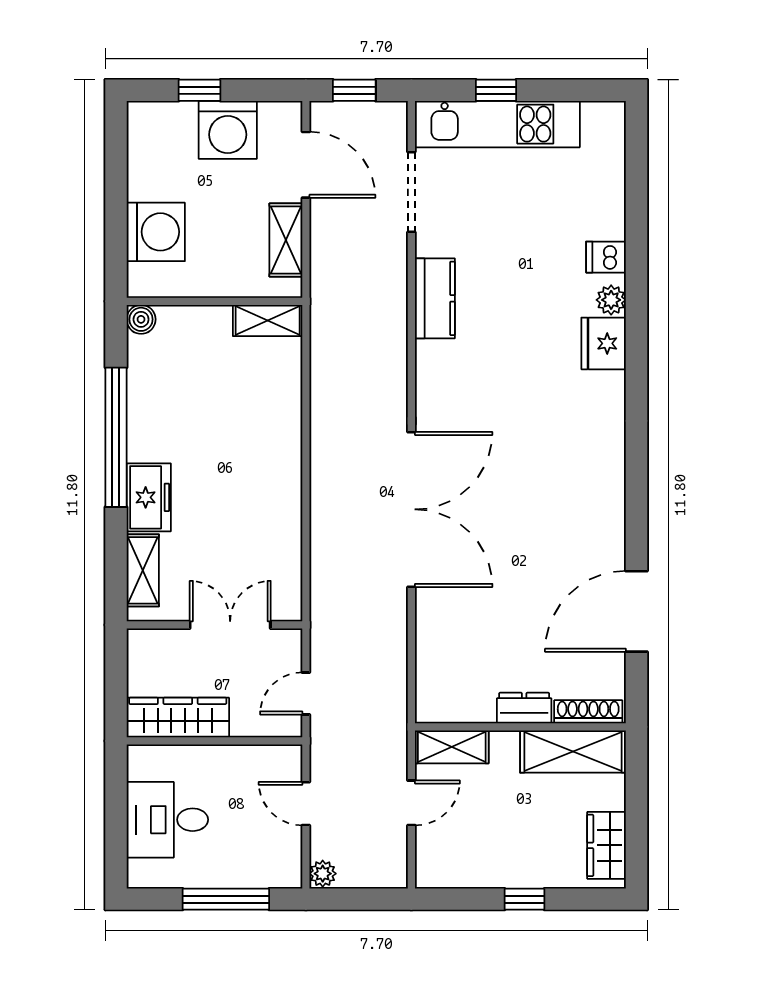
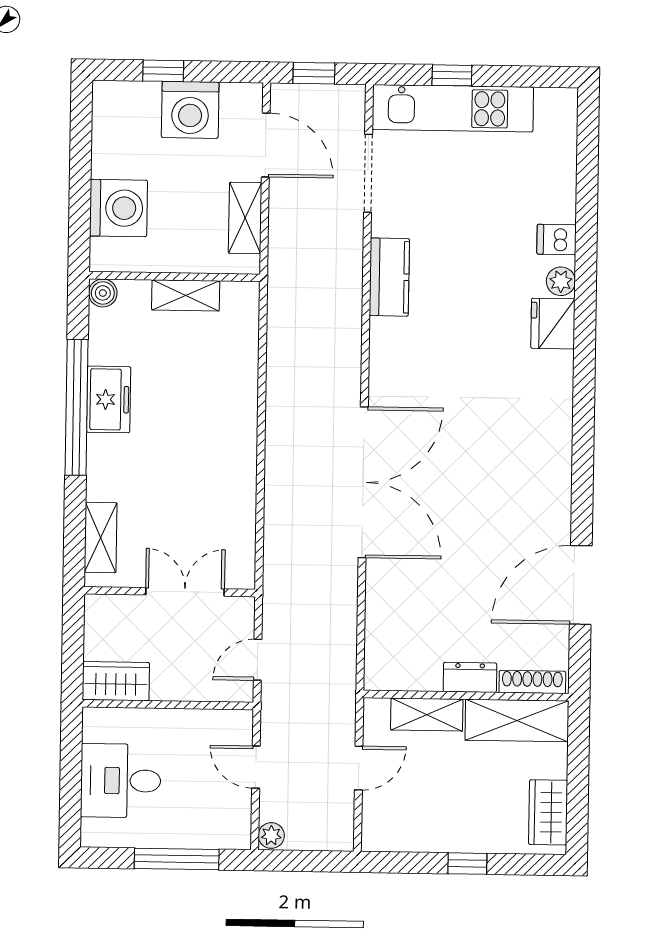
shelving: (268, 320) -> (186, 295), moved
freezer: (149, 497) -> (109, 399), moved
wardrobe: (178, 718) -> (116, 681), width x0.67
shelving: (452, 747) -> (427, 715), moved

